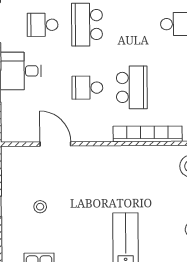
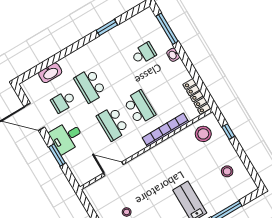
school desk: (87, 88) -> (113, 123), width x1.85

